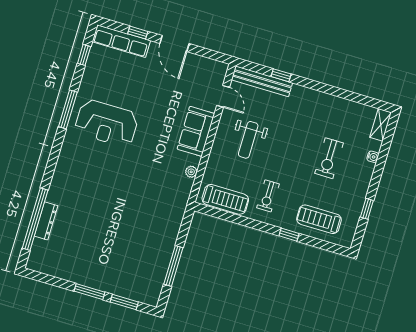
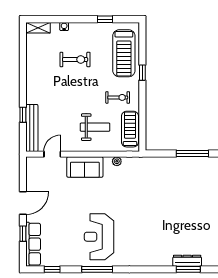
reception desk: (107, 123) -> (99, 237), turned 180
weight bench: (248, 140) -> (95, 127), moved
window: (35, 219) -> (188, 269), width x0.47
treadmill: (319, 219) -> (124, 53), width x1.37, depth x1.38

